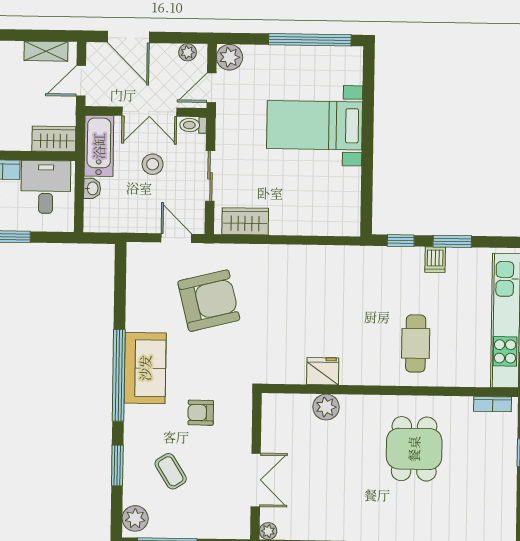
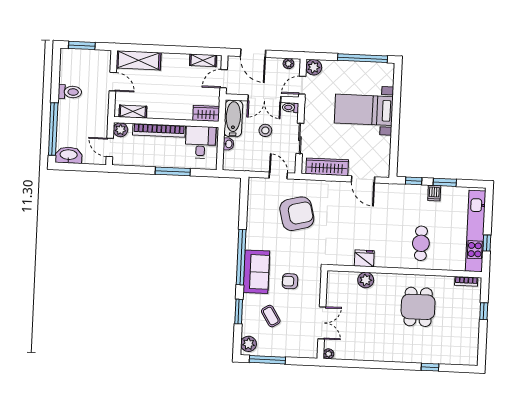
wardrobe: (245, 221) -> (327, 167), width x1.50
door: (317, 240) -> (363, 179), added
sofa: (145, 368) -> (256, 272), moved

